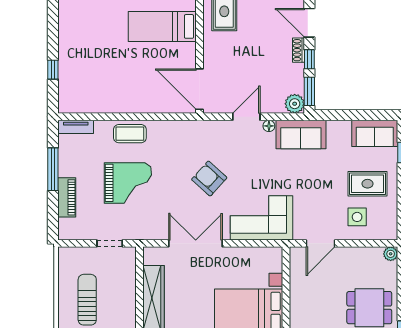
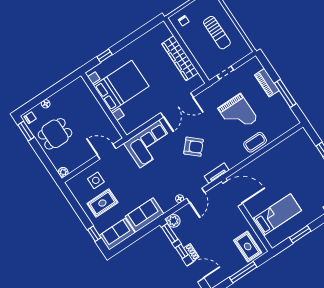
tv unit: (76, 127) -> (217, 173), moved
sofa: (301, 135) -> (144, 215), moved
grand piano: (128, 183) -> (238, 114), turned -90
door: (320, 243) -> (107, 152), hinge flipped

